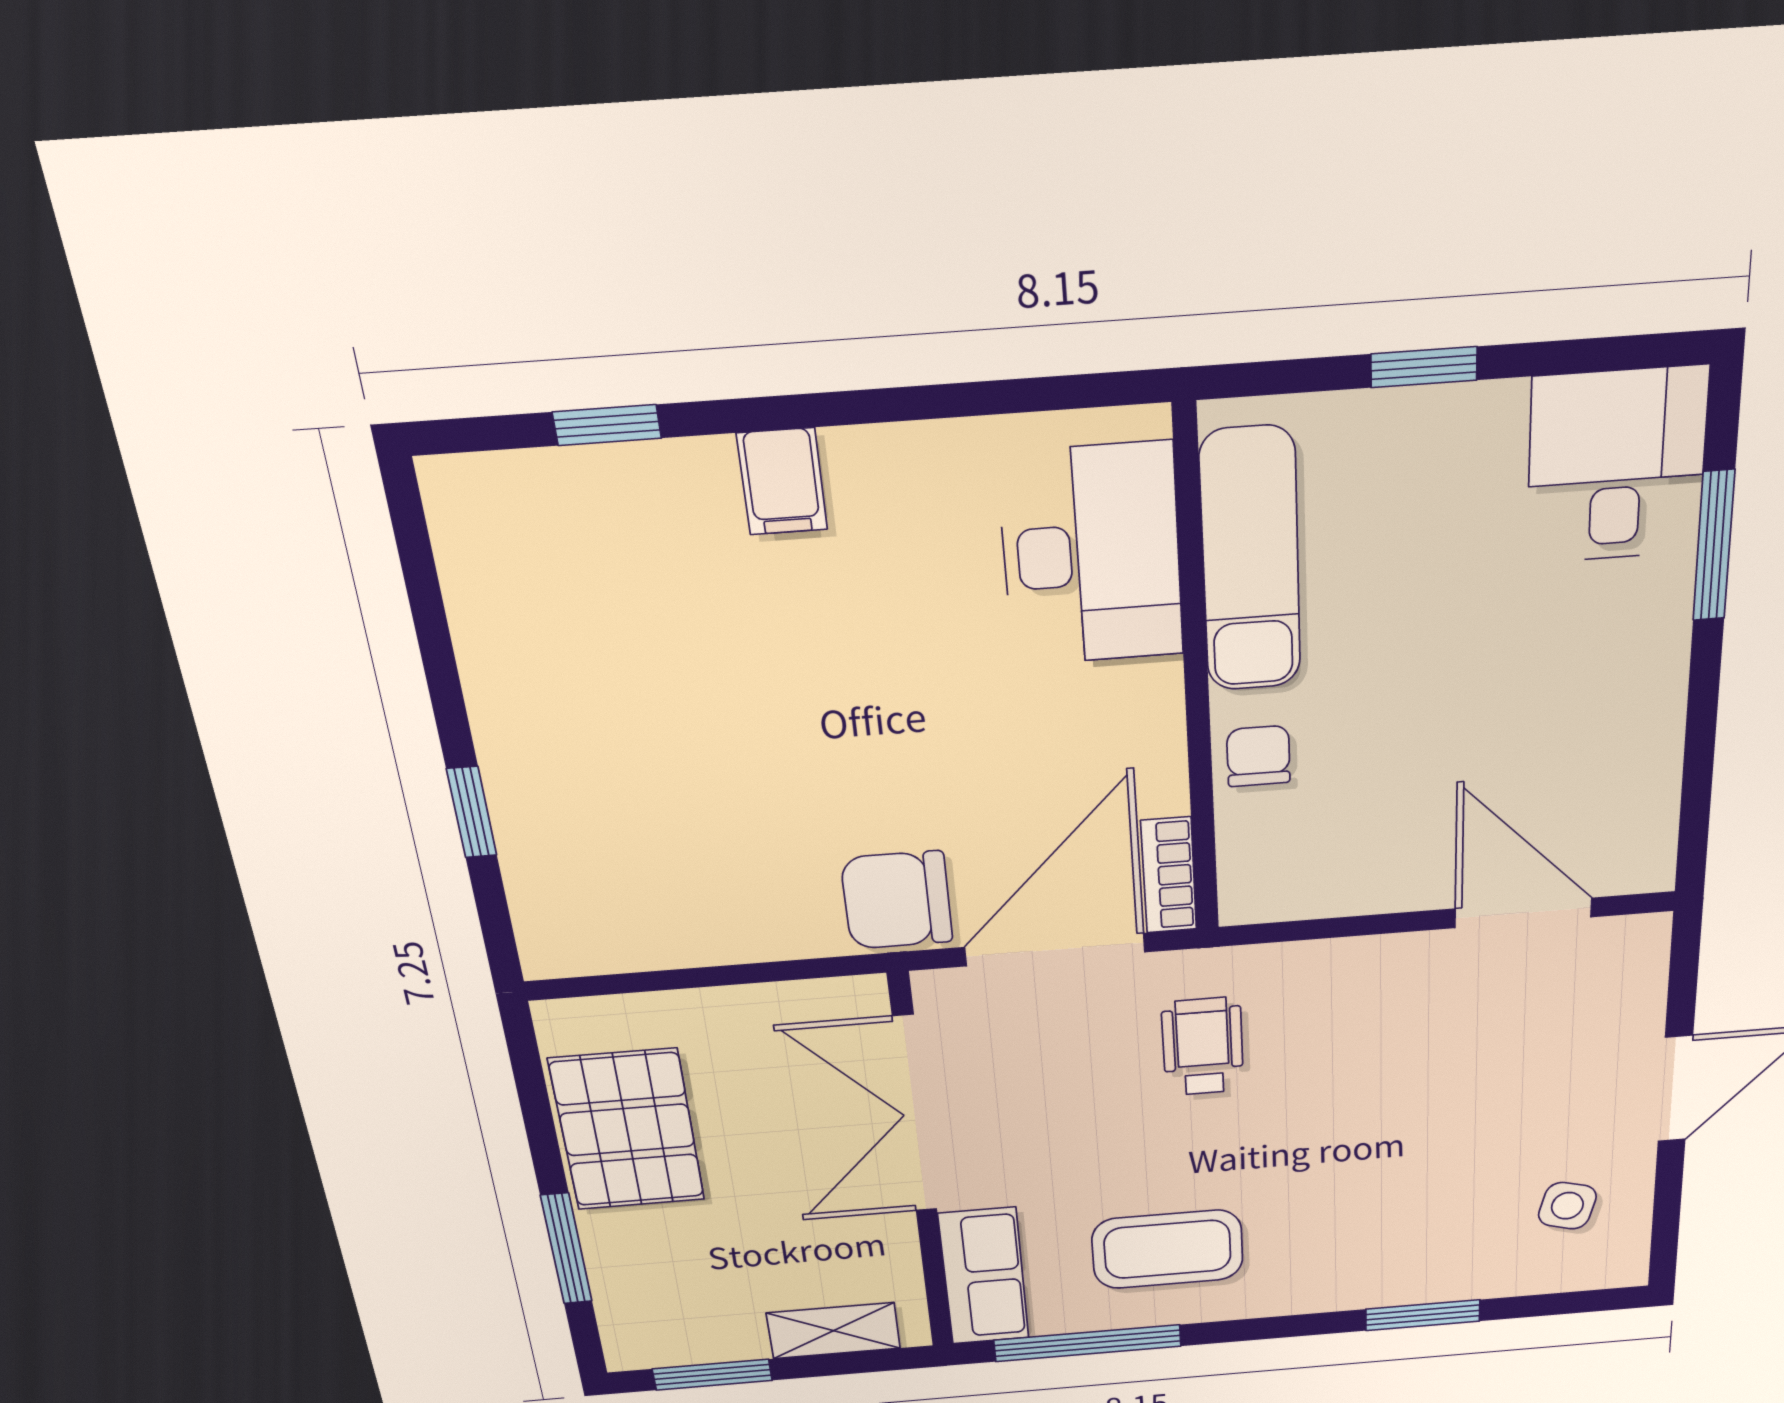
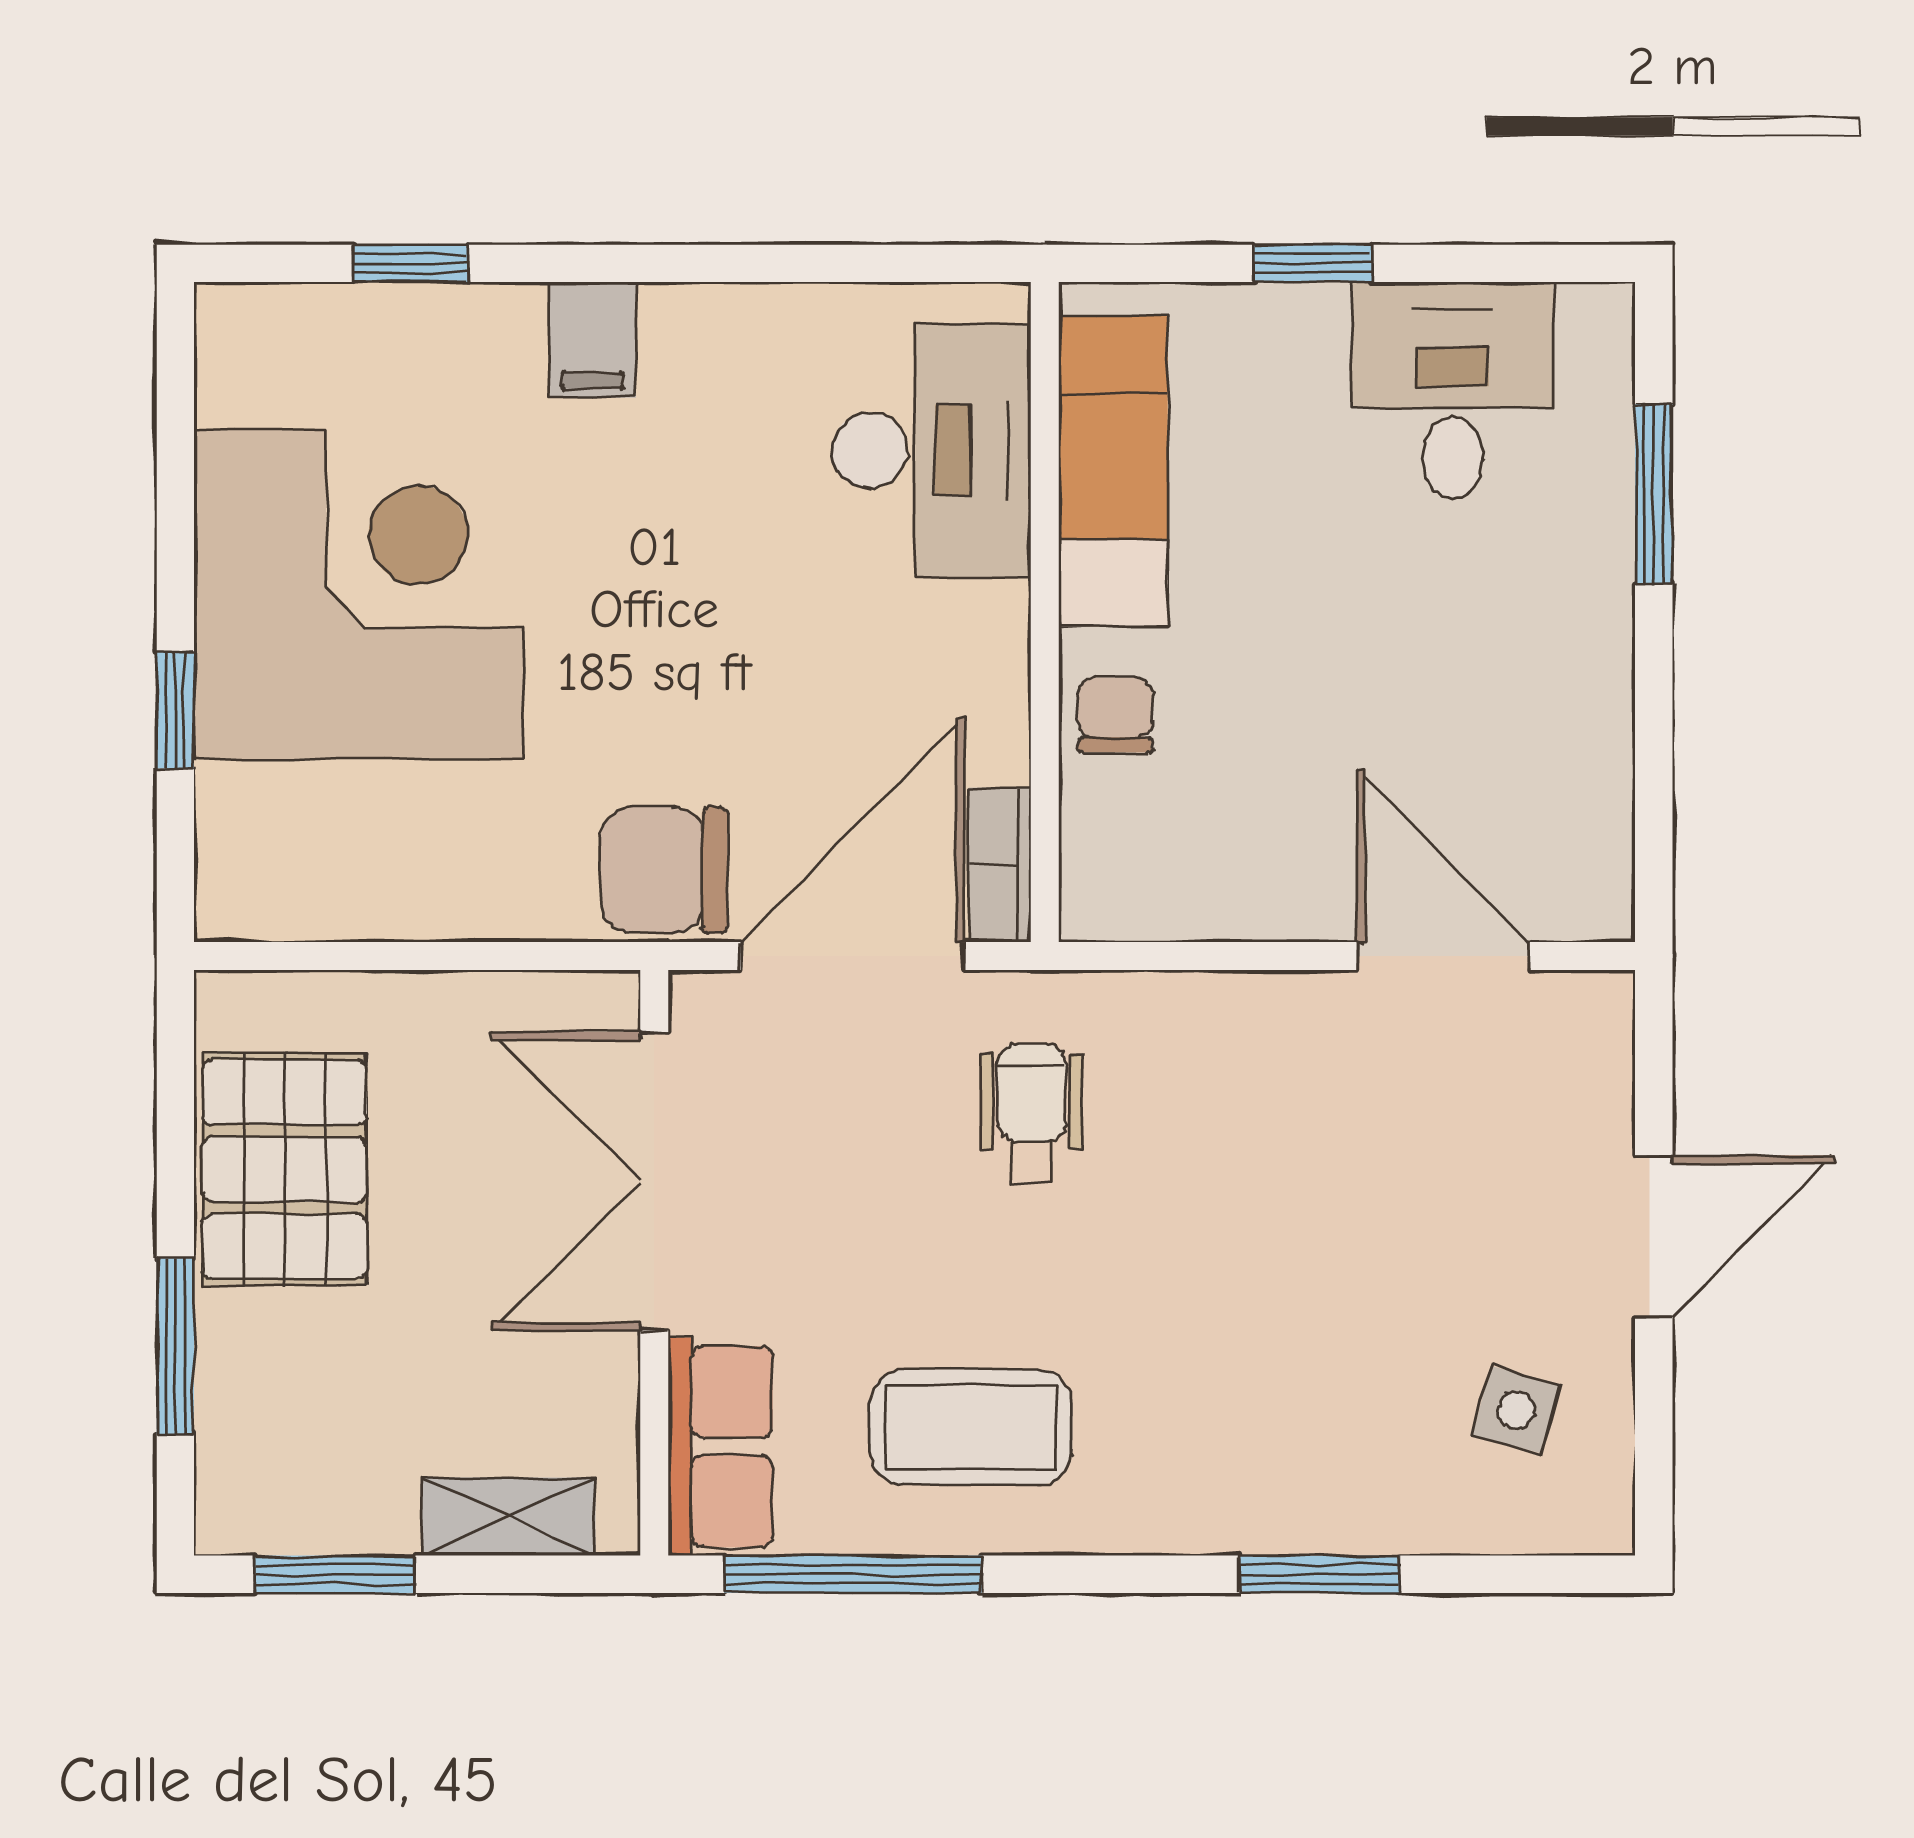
desk: (1617, 466) -> (1452, 390), moved
corner desk: (610, 710) -> (359, 594), added

